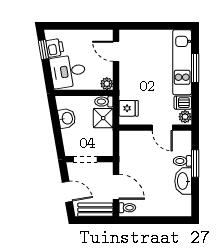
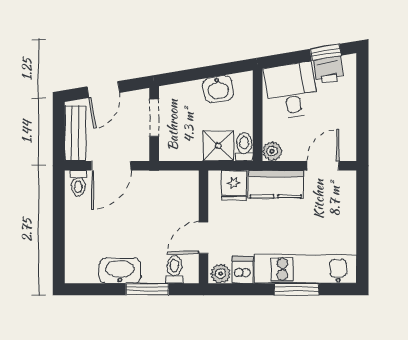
kitchen counter: (128, 81) -> (276, 184), added
toilet: (182, 161) -> (174, 269), moved

